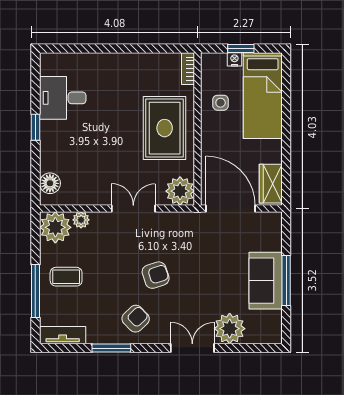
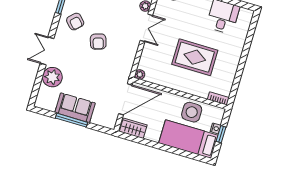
side table: (221, 103) -> (192, 112), width x1.87, depth x1.87
rug: (165, 128) -> (195, 57), moved
plant: (180, 191) -> (140, 74), width x0.53, depth x0.53
double door: (133, 208) -> (146, 28), moved
double door: (192, 348) -> (47, 51), swing flipped

